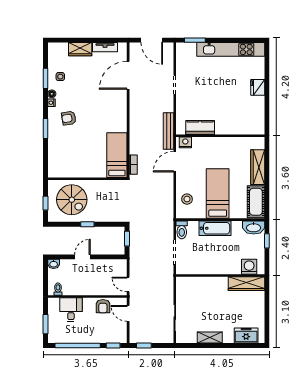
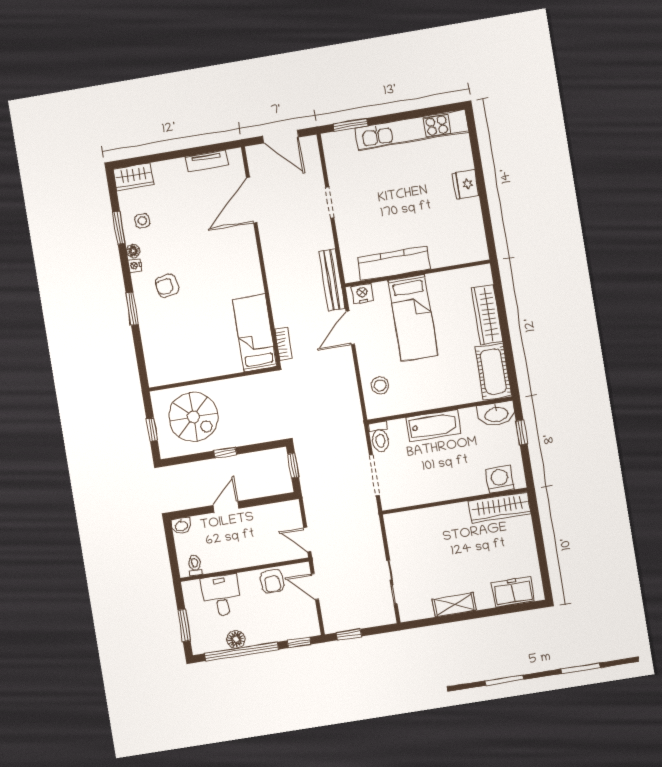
wardrobe: (80, 49) -> (133, 177), moved
kitchen counter: (200, 127) -> (394, 263), width x1.50
bed: (218, 194) -> (413, 318), moved, turned 180
floor lamp: (75, 338) -> (236, 639), added

